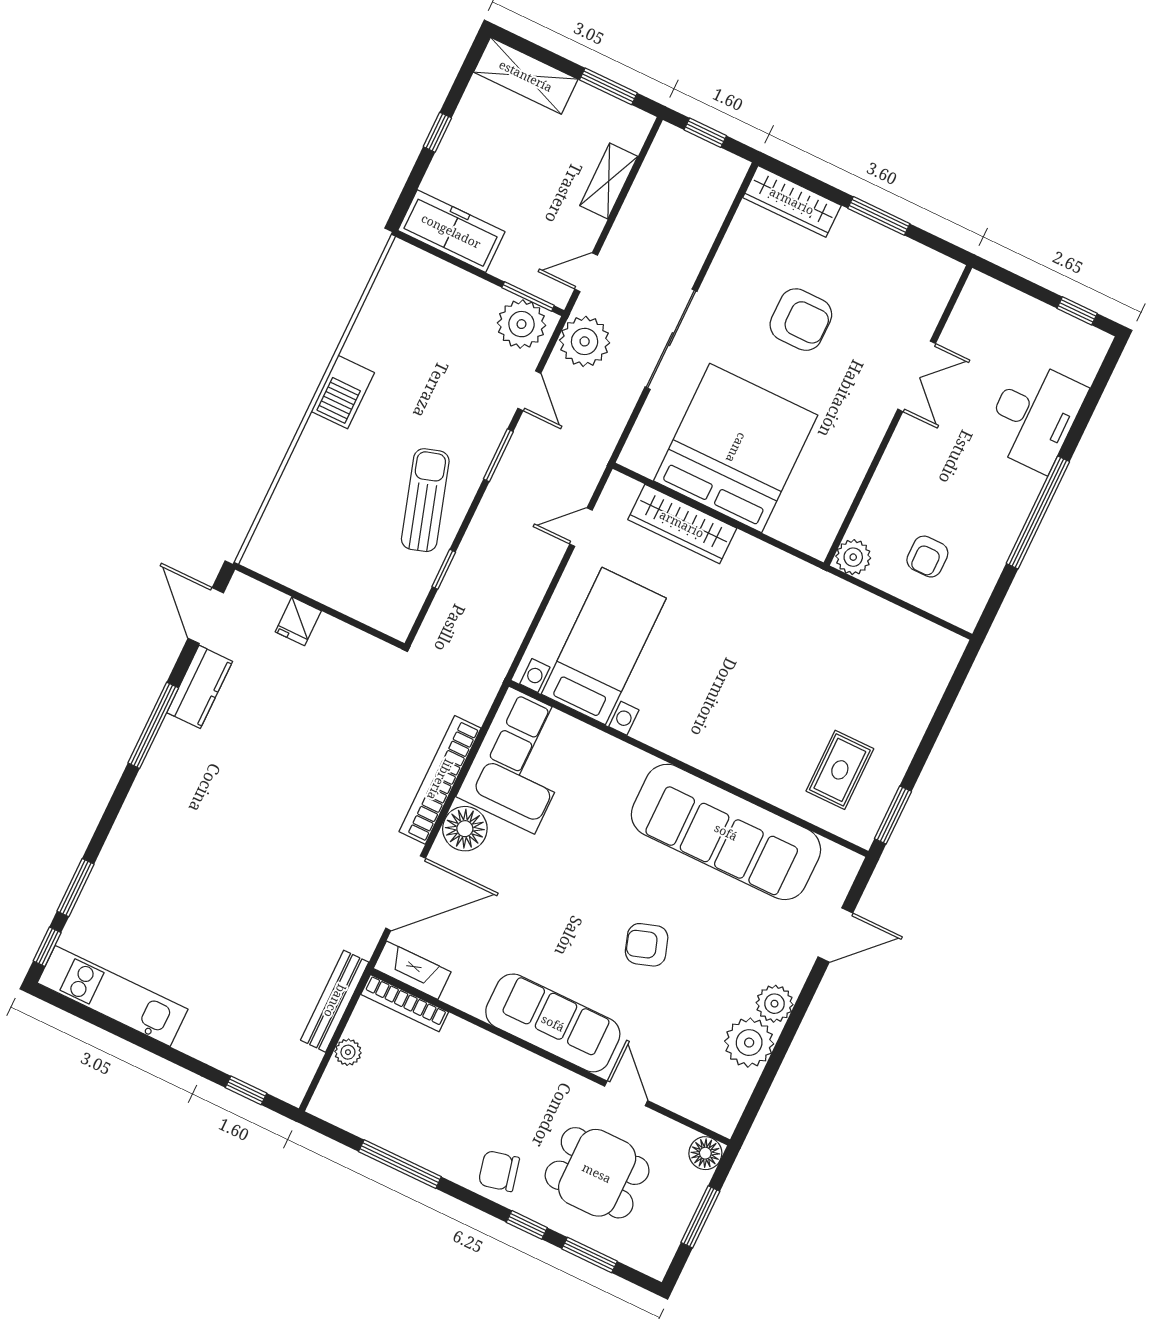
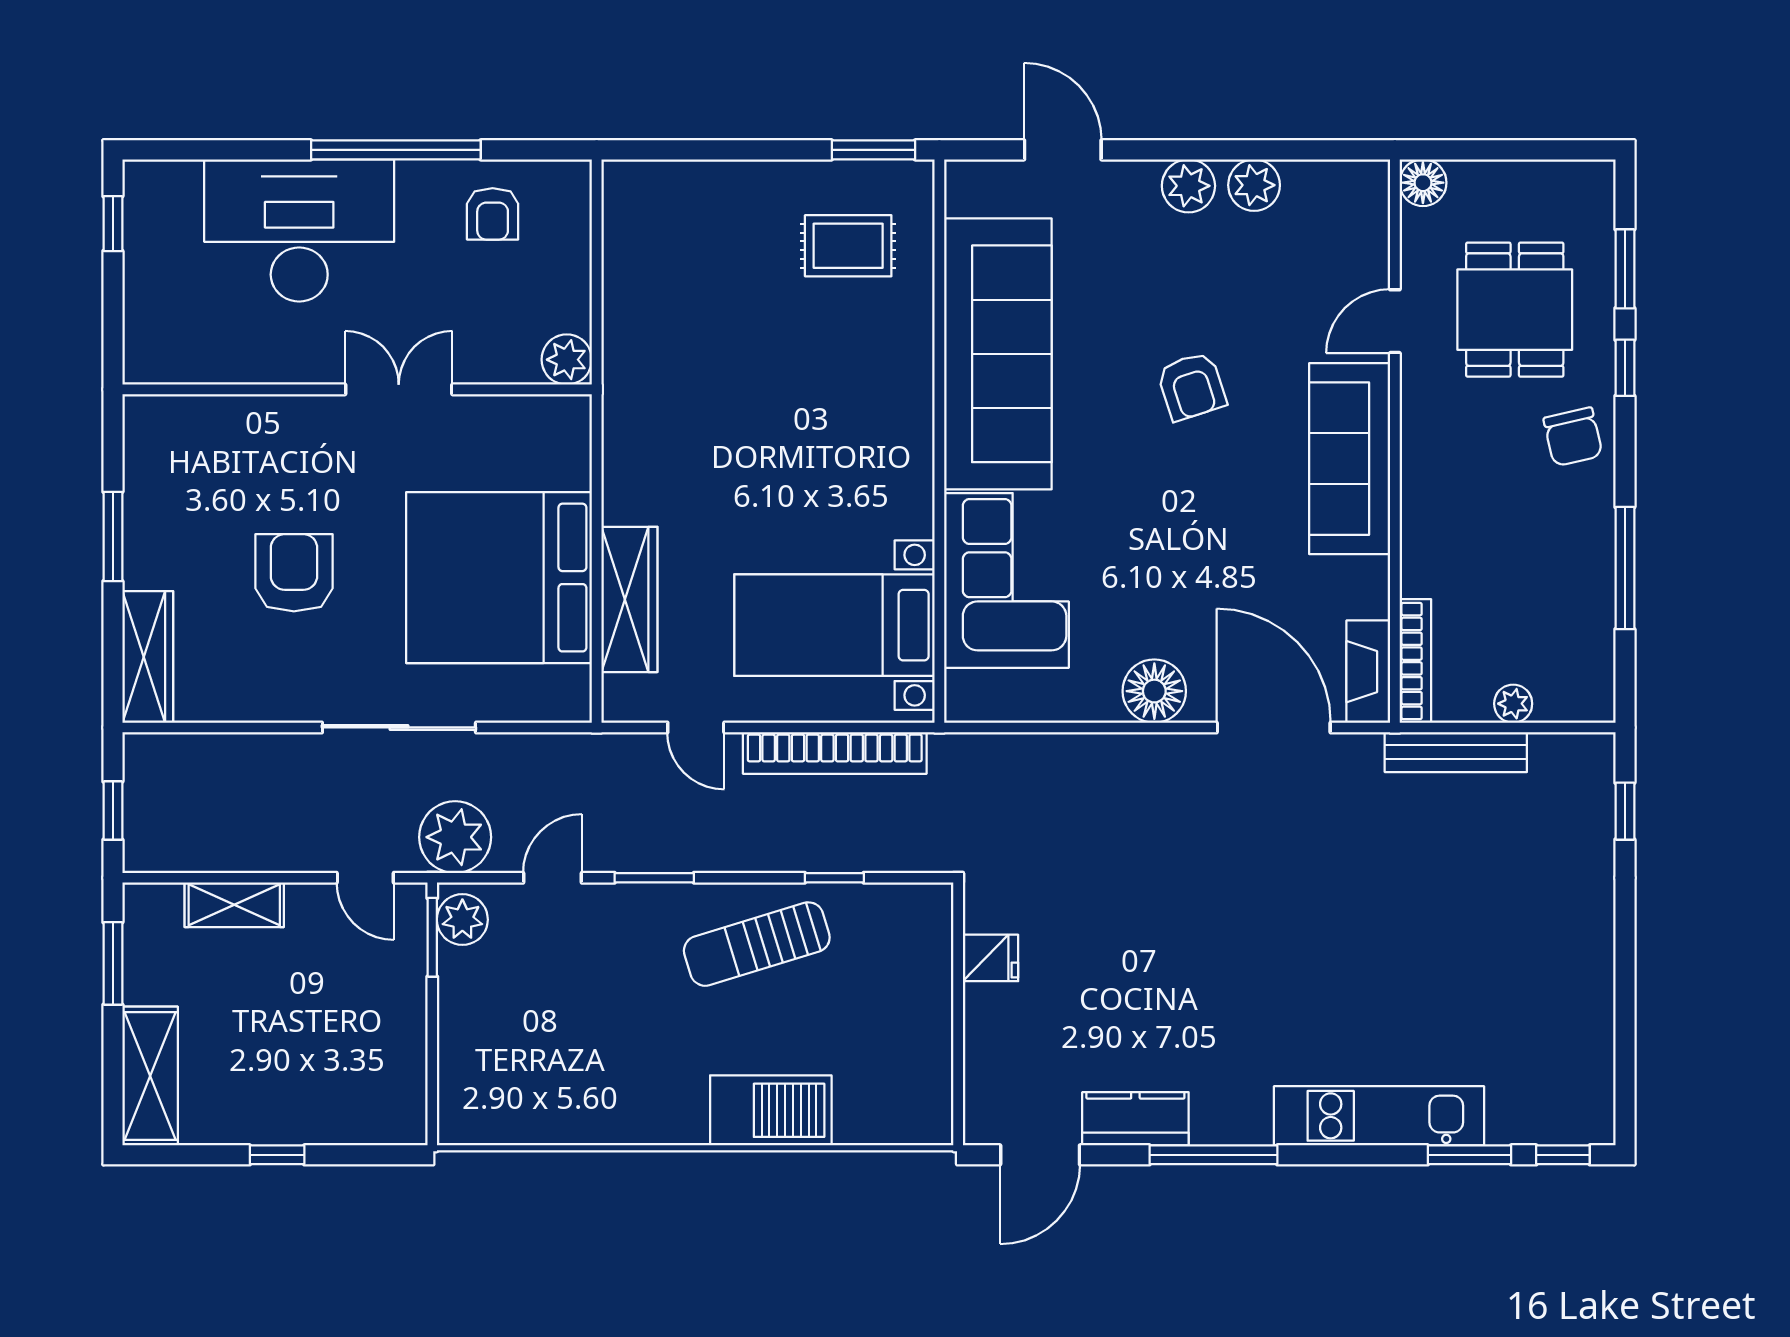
freezer: (451, 231) -> (395, 1076), removed
plant: (521, 324) -> (462, 920), width x0.73, depth x0.73
double door: (917, 376) -> (399, 389), moved
barbecue: (343, 392) -> (771, 1110), moved, width x1.37, depth x1.21
desk: (1034, 416) -> (299, 230), width x1.36, depth x1.30
armchair: (927, 557) -> (493, 214), moved, turned 90
fridge: (298, 621) -> (991, 958), moved
corner sofa: (522, 760) -> (1006, 580), moved, turned 90
bookcase: (440, 780) -> (835, 753), moved
kitchen unit: (113, 996) -> (1379, 1116), moved, turned 90
plant: (749, 1043) -> (1254, 185), width x0.73, depth x0.73
window: (700, 1217) -> (1508, 150), removed

